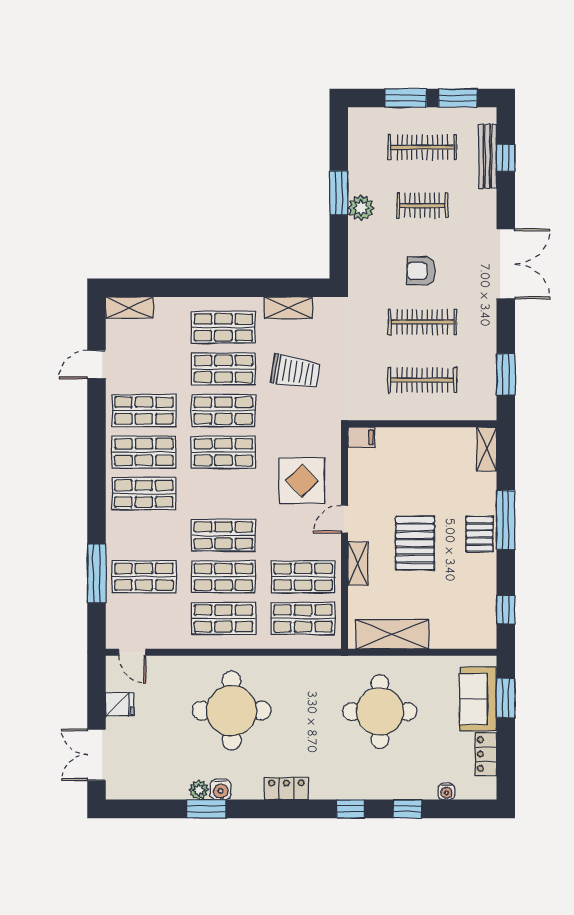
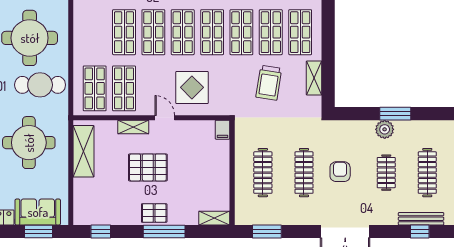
shop shelf: (223, 618) -> (183, 32), moved
cafe table: (298, 696) -> (40, 85), added

